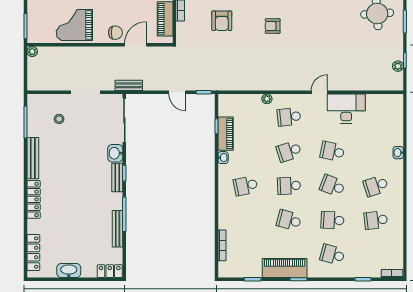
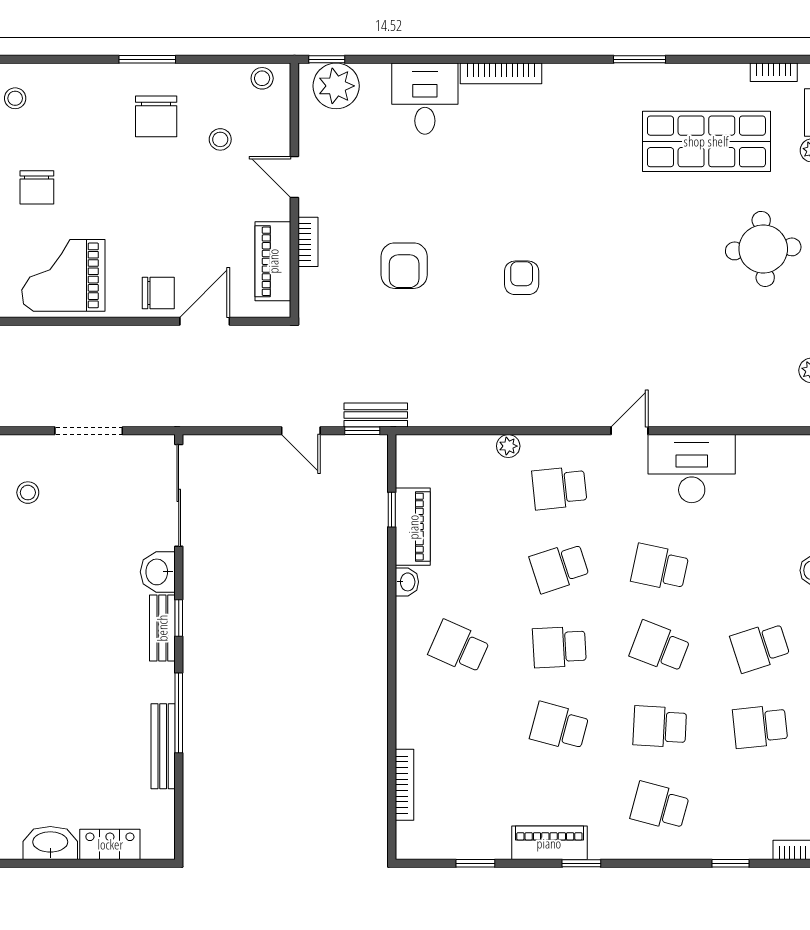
armchair: (273, 26) -> (522, 278), turned 90
bench: (129, 85) -> (376, 415), moved
school desk: (246, 186) -> (459, 647), turned 36
piano: (285, 268) -> (549, 843), width x0.73, depth x0.75
locker: (110, 271) -> (110, 844), moved

